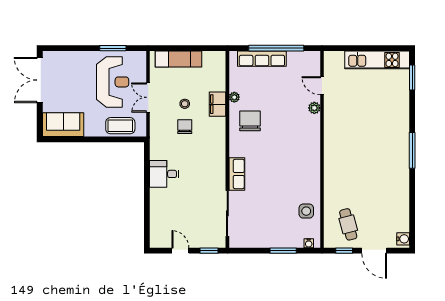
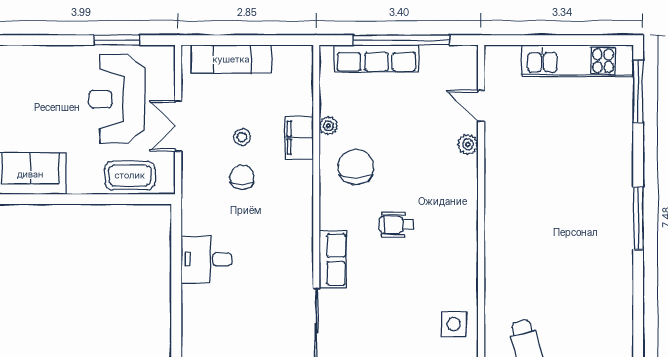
window: (412, 78) -> (638, 92), width x1.44
reception desk: (113, 82) -> (117, 99), turned 180
wheelchair: (273, 154) -> (396, 224), added

